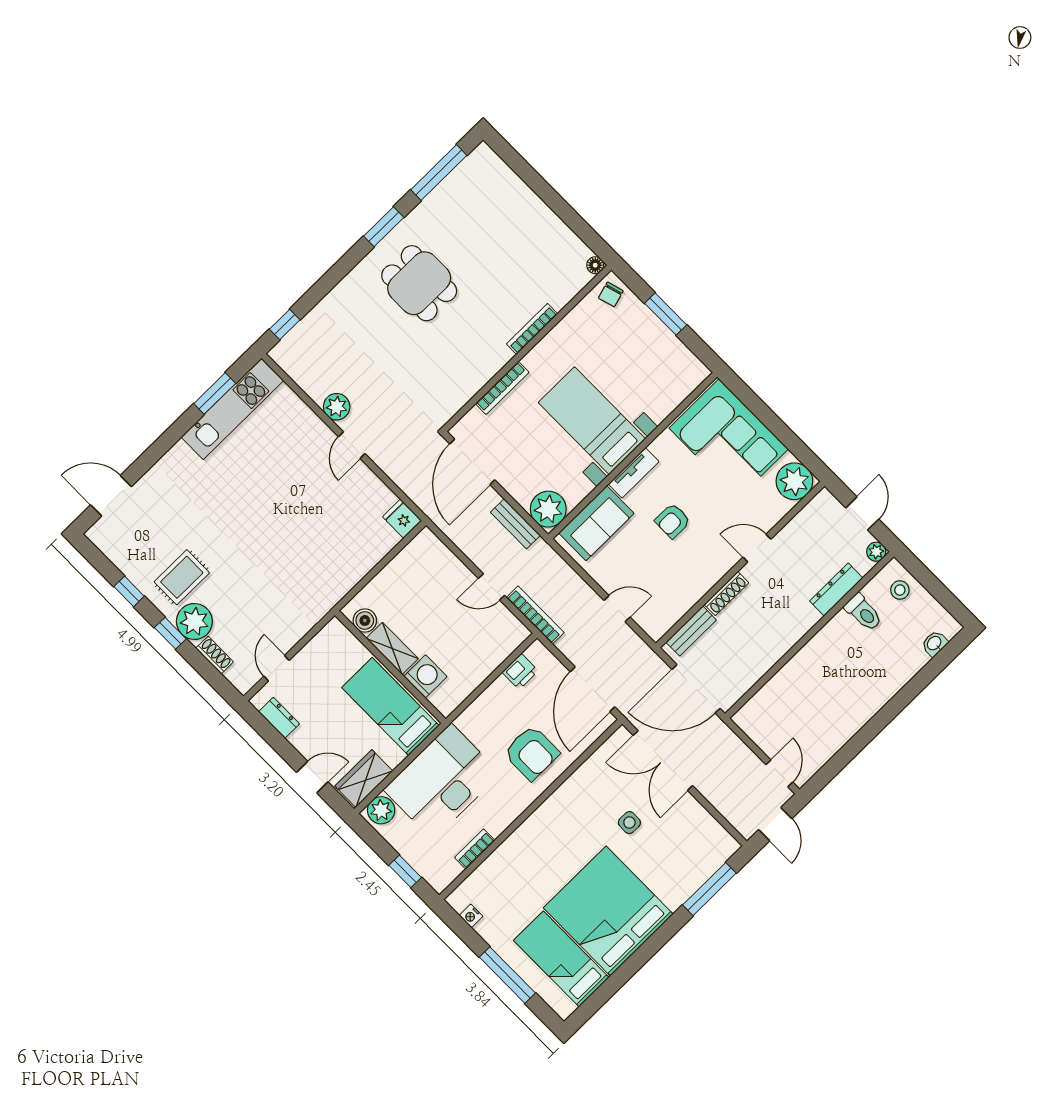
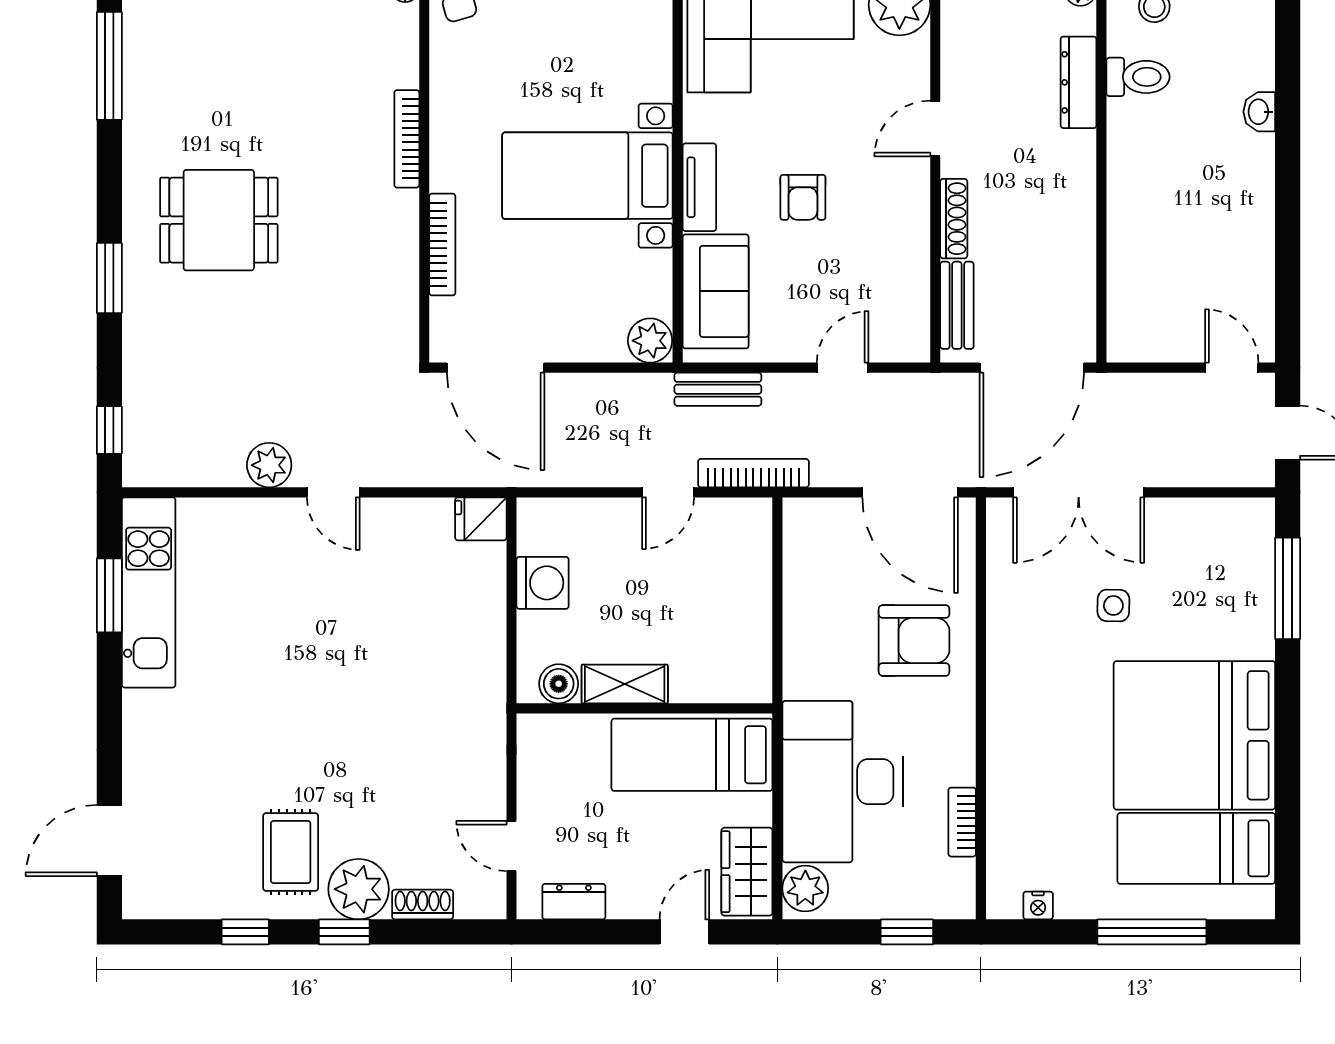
window: (384, 227) -> (109, 278), moved
plant: (548, 509) -> (650, 341), width x0.73, depth x0.73
bench: (515, 524) -> (718, 389), moved
washbasin: (934, 644) -> (1259, 112), moved
printer: (520, 672) -> (803, 558), removed
washing machine: (425, 676) -> (543, 583), moved, turned 90

